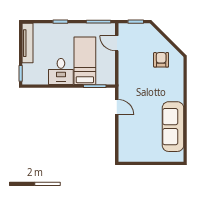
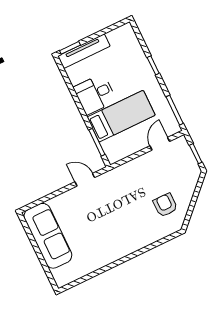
tv unit: (27, 43) -> (84, 51), moved
armchair: (161, 60) -> (165, 205), turned -90
door: (117, 107) -> (85, 180), swing flipped
sofa: (173, 127) -> (48, 236), moved, turned 90

